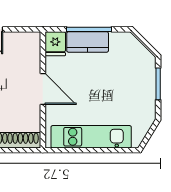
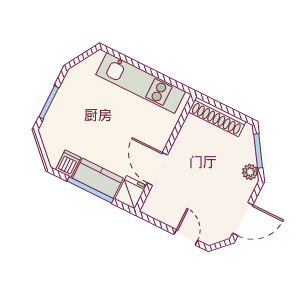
dishwasher: (118, 42) -> (68, 164), added
door: (43, 89) -> (157, 169), moved

